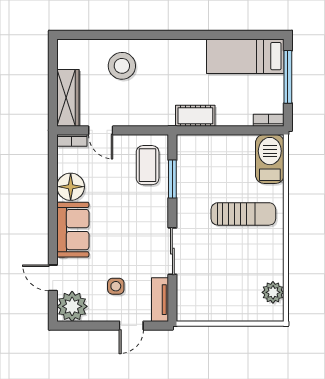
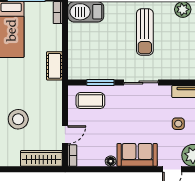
floor lamp: (71, 187) -> (111, 161), width x0.53, depth x0.53
sun lounger: (243, 214) -> (145, 32), moved, turned 180
sliding door: (172, 251) -> (141, 83), moved

